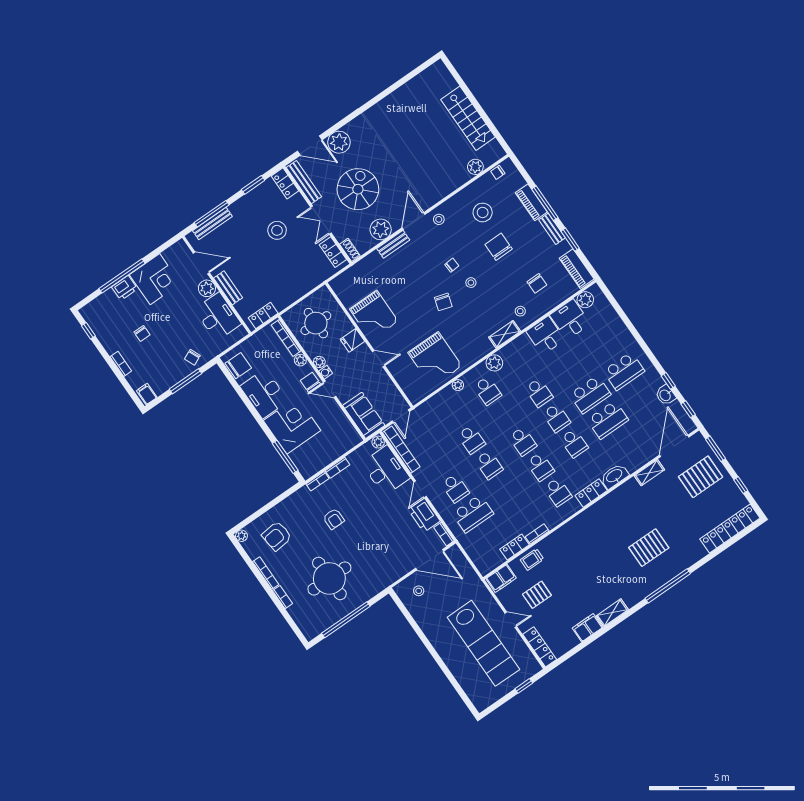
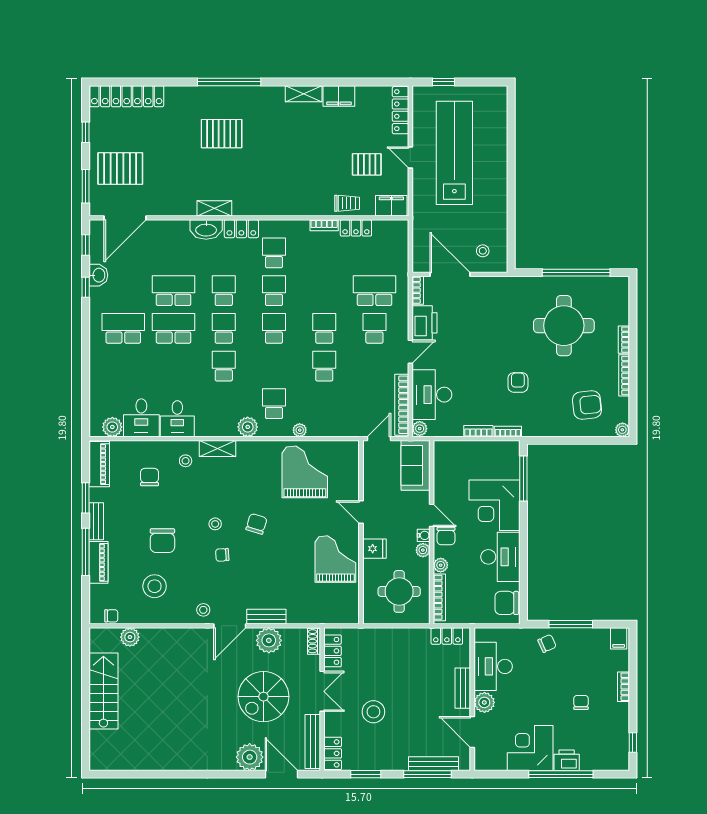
shelving: (649, 473) -> (214, 208), moved

